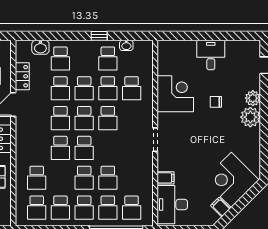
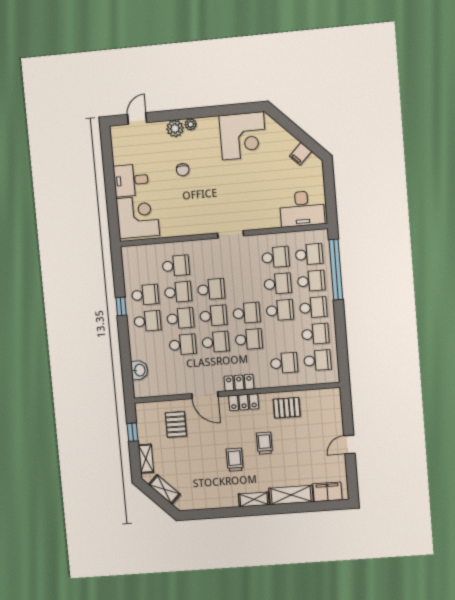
washbasin: (126, 45) -> (129, 276), removed
school desk: (60, 58) -> (147, 321), moved
locker: (22, 76) -> (239, 383), moved
corner desk: (175, 94) -> (138, 217), moved, turned 90
plant: (250, 117) -> (191, 124), width x0.53, depth x0.53
school desk: (132, 178) -> (275, 257), added
filing cabinet: (165, 178) -> (273, 219), removed
corner desk: (231, 180) -> (243, 136), moved, turned -45

